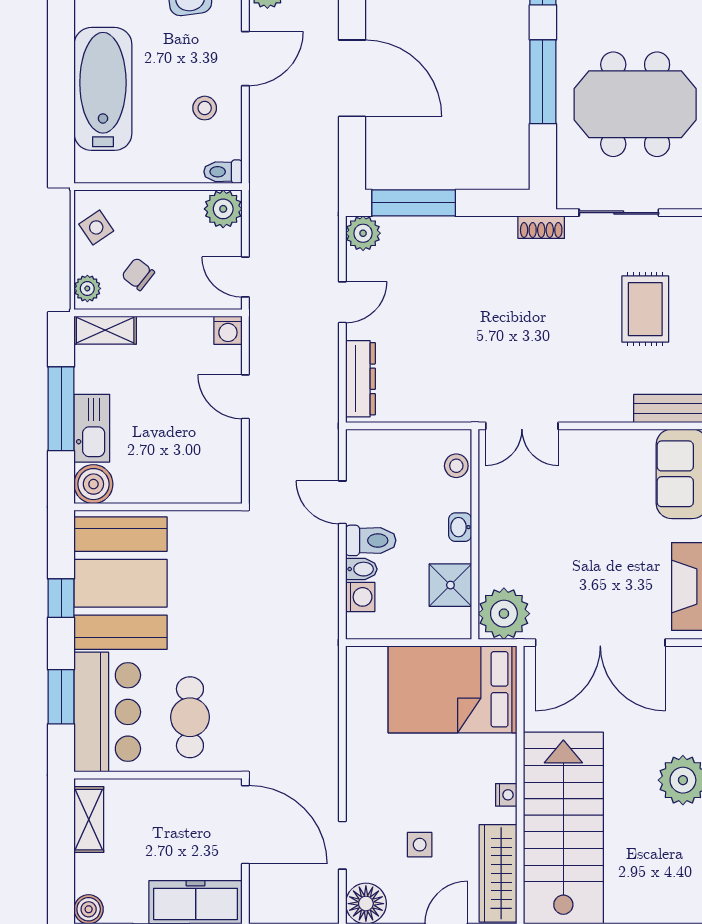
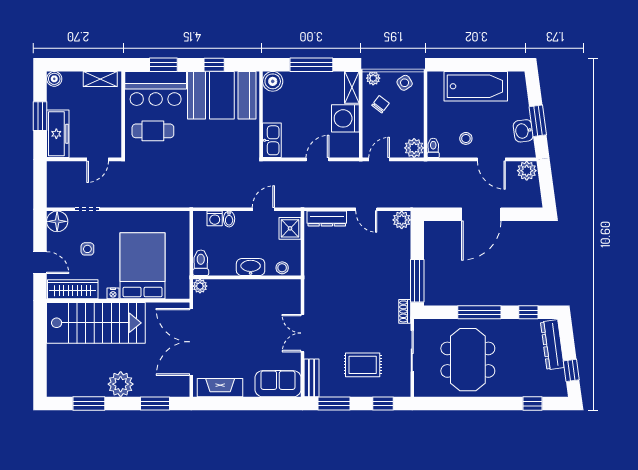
window: (414, 203) -> (417, 281), moved
washing machine: (228, 330) -> (345, 118), moved, width x1.89, depth x1.89
double door: (522, 426) -> (303, 333), moved
kitchen sink: (92, 428) -> (272, 140), moved, turned -90
washbasin: (460, 527) -> (251, 267), width x1.91, depth x1.45
toilet: (371, 540) -> (201, 263), moved, turned 180
shower: (450, 585) -> (290, 228), moved
plant: (504, 614) -> (200, 286), width x0.53, depth x0.53
bed: (452, 689) -> (143, 266), moved
door: (245, 825) -> (98, 159), width x0.53

